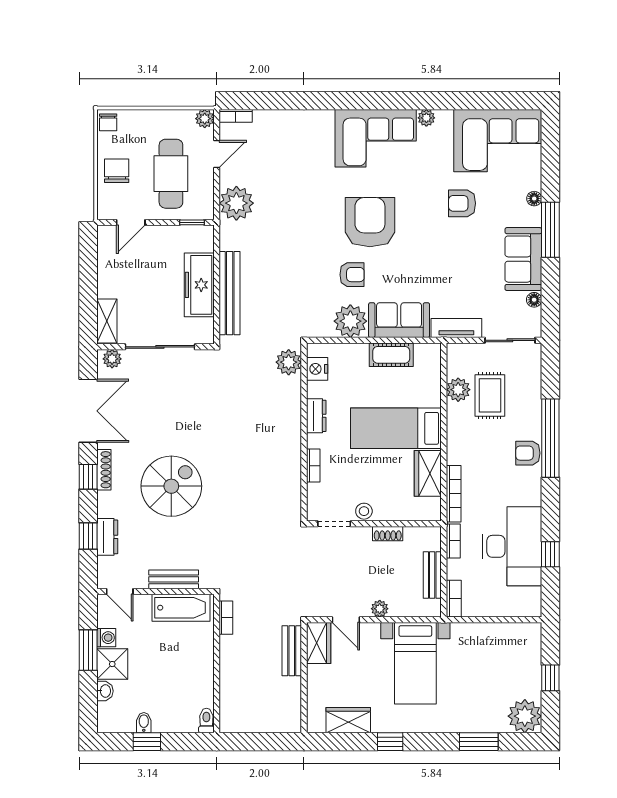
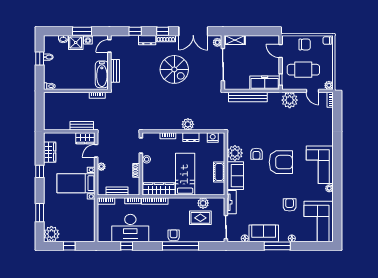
freezer: (199, 285) -> (265, 83), moved
plant: (289, 362) -> (188, 124), moved
wardrobe: (428, 473) -> (159, 189), width x1.50
spiral stairs: (171, 486) -> (174, 69), moved
dresser: (107, 537) -> (147, 40), moved

